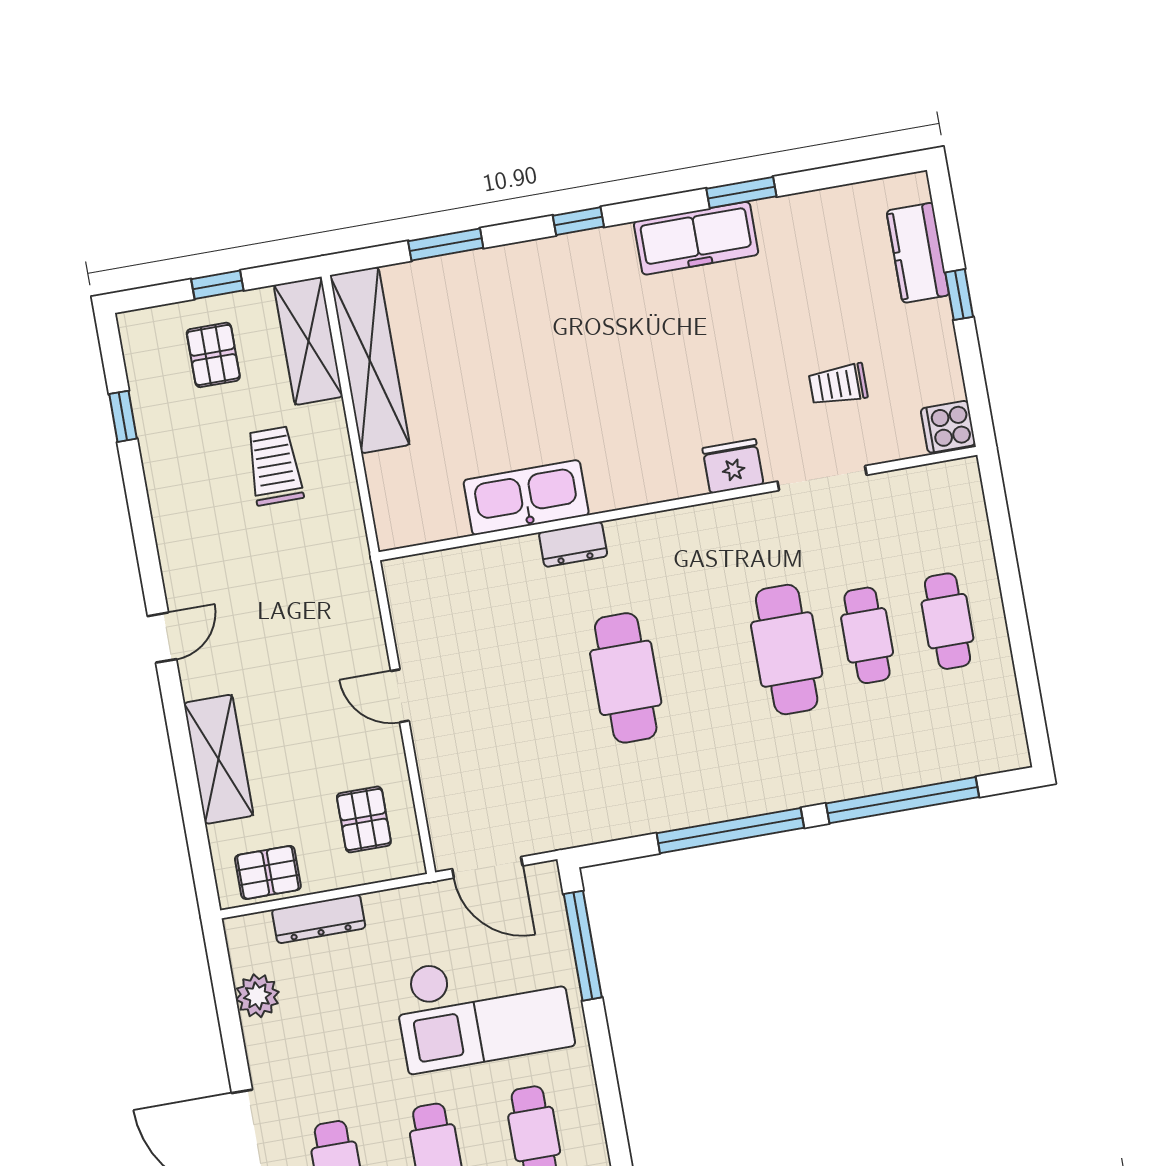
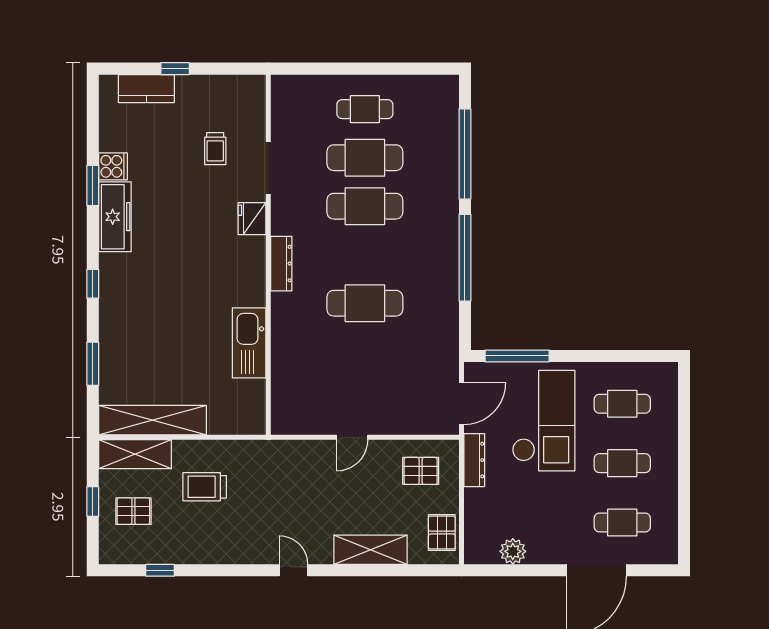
cooker: (948, 427) -> (113, 166), moved, turned -90
dresser: (573, 544) -> (281, 264), moved, width x1.44
cafe table: (867, 635) -> (365, 158), width x1.37, depth x1.35
dresser: (319, 919) -> (474, 460), moved

